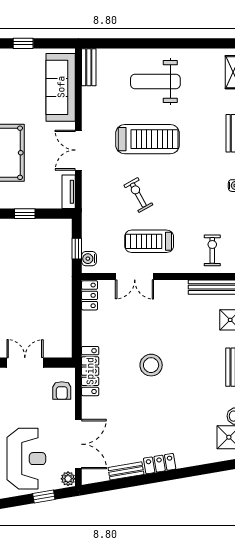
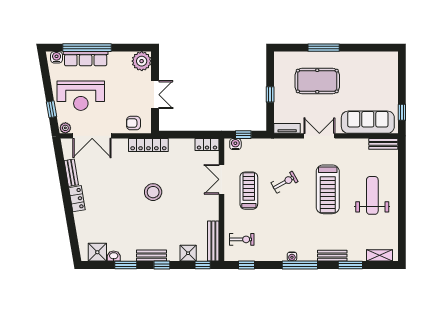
window: (23, 43) -> (402, 112), moved

